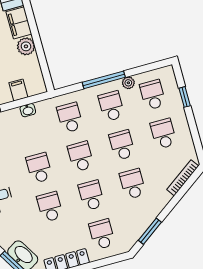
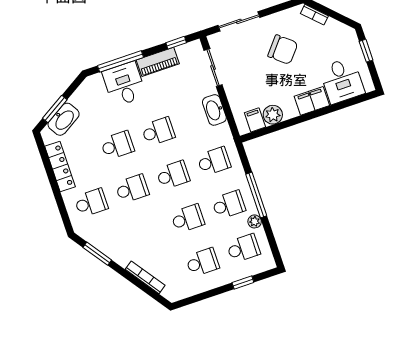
plant: (26, 46) -> (273, 115), moved
filing cabinet: (18, 90) -> (255, 120), moved, turned -90
washbasin: (28, 110) -> (214, 110), width x1.91, depth x1.45
bookcase: (183, 178) -> (145, 277), moved
school desk: (133, 184) -> (147, 232), removed

